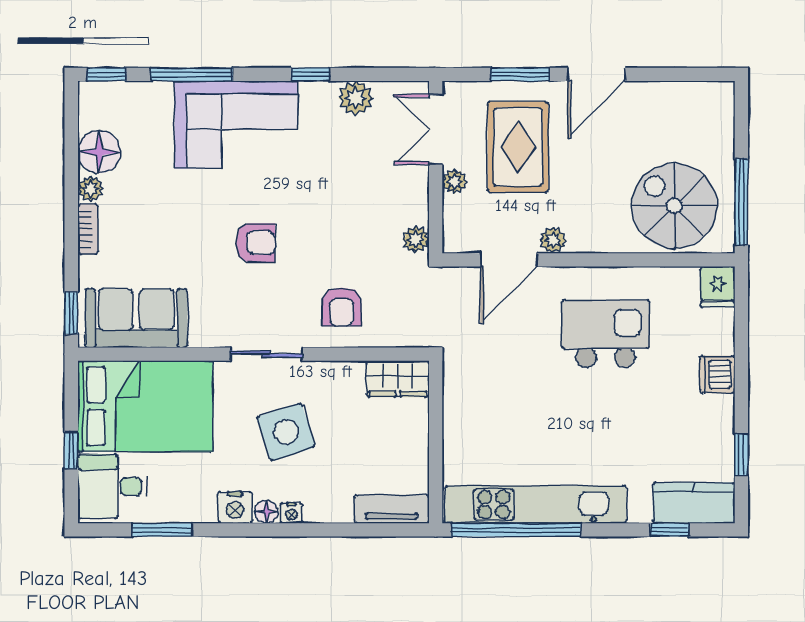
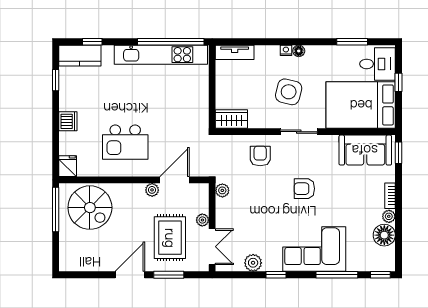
side table: (286, 432) -> (289, 92), turned 32
nightstand: (235, 507) -> (315, 53), removed

